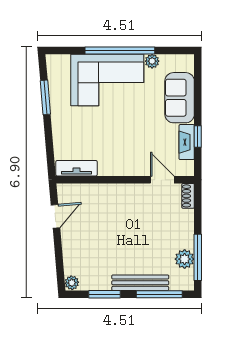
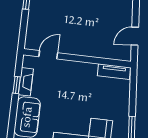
door: (162, 180) -> (48, 55), swing flipped
shoe rack: (188, 196) -> (30, 40), removed

